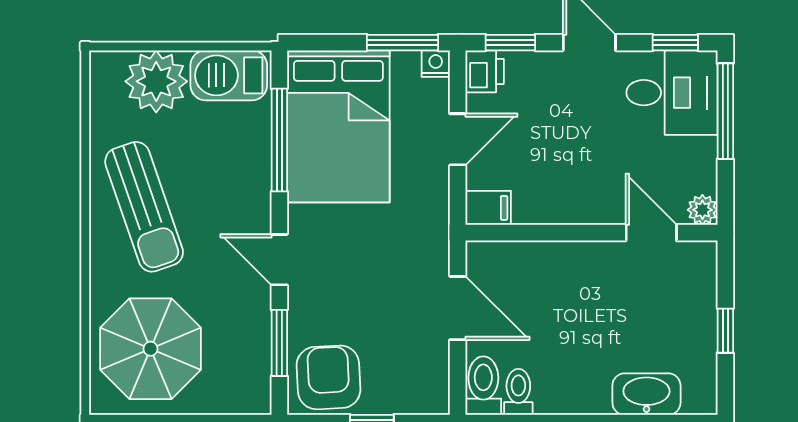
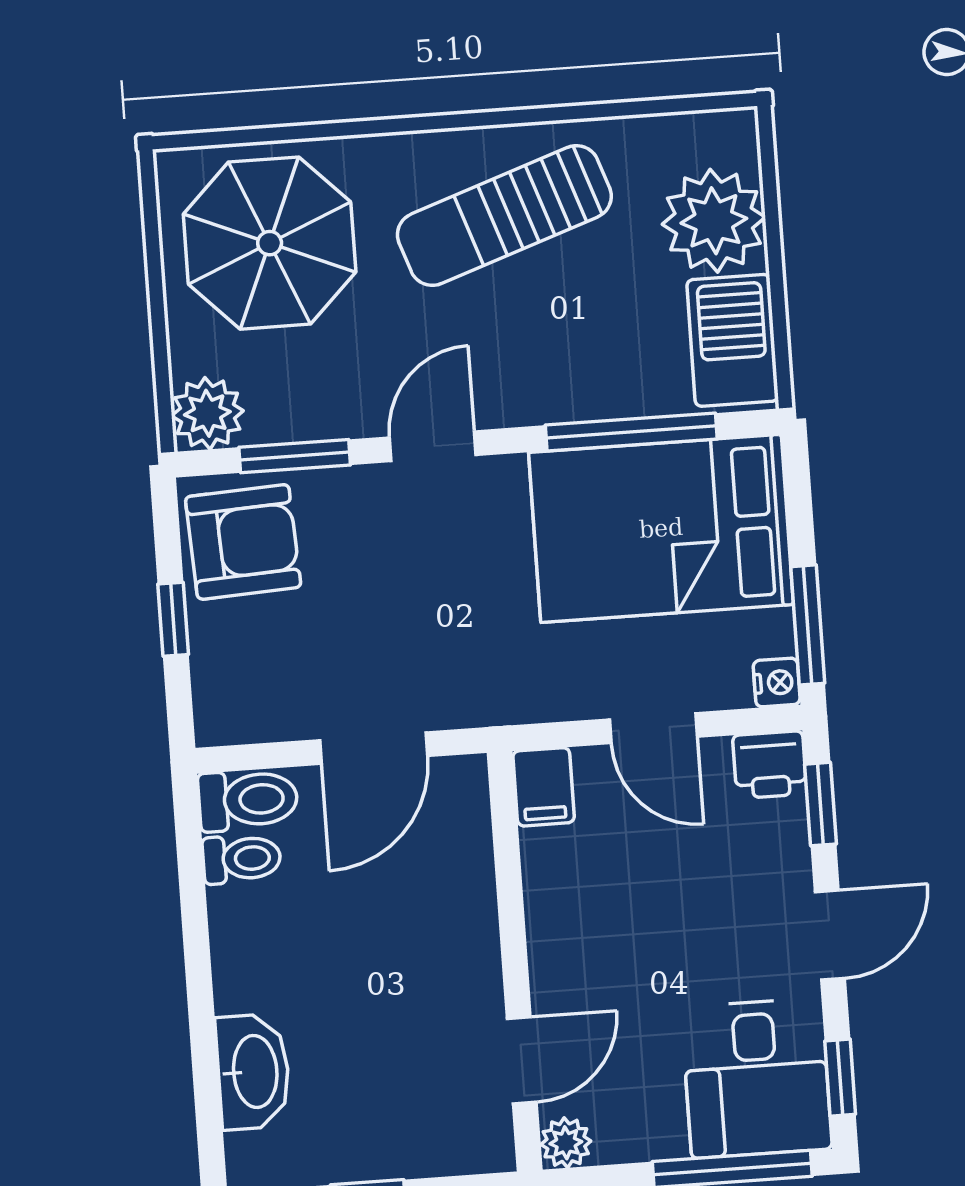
plant: (250, 393) -> (207, 413), added

